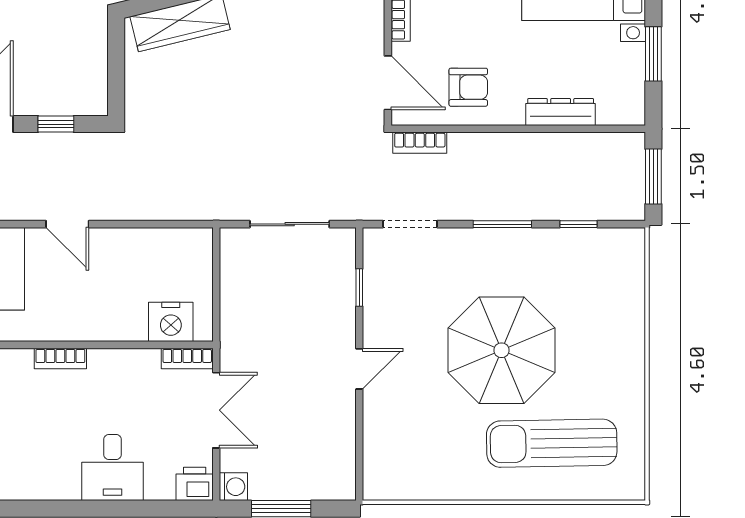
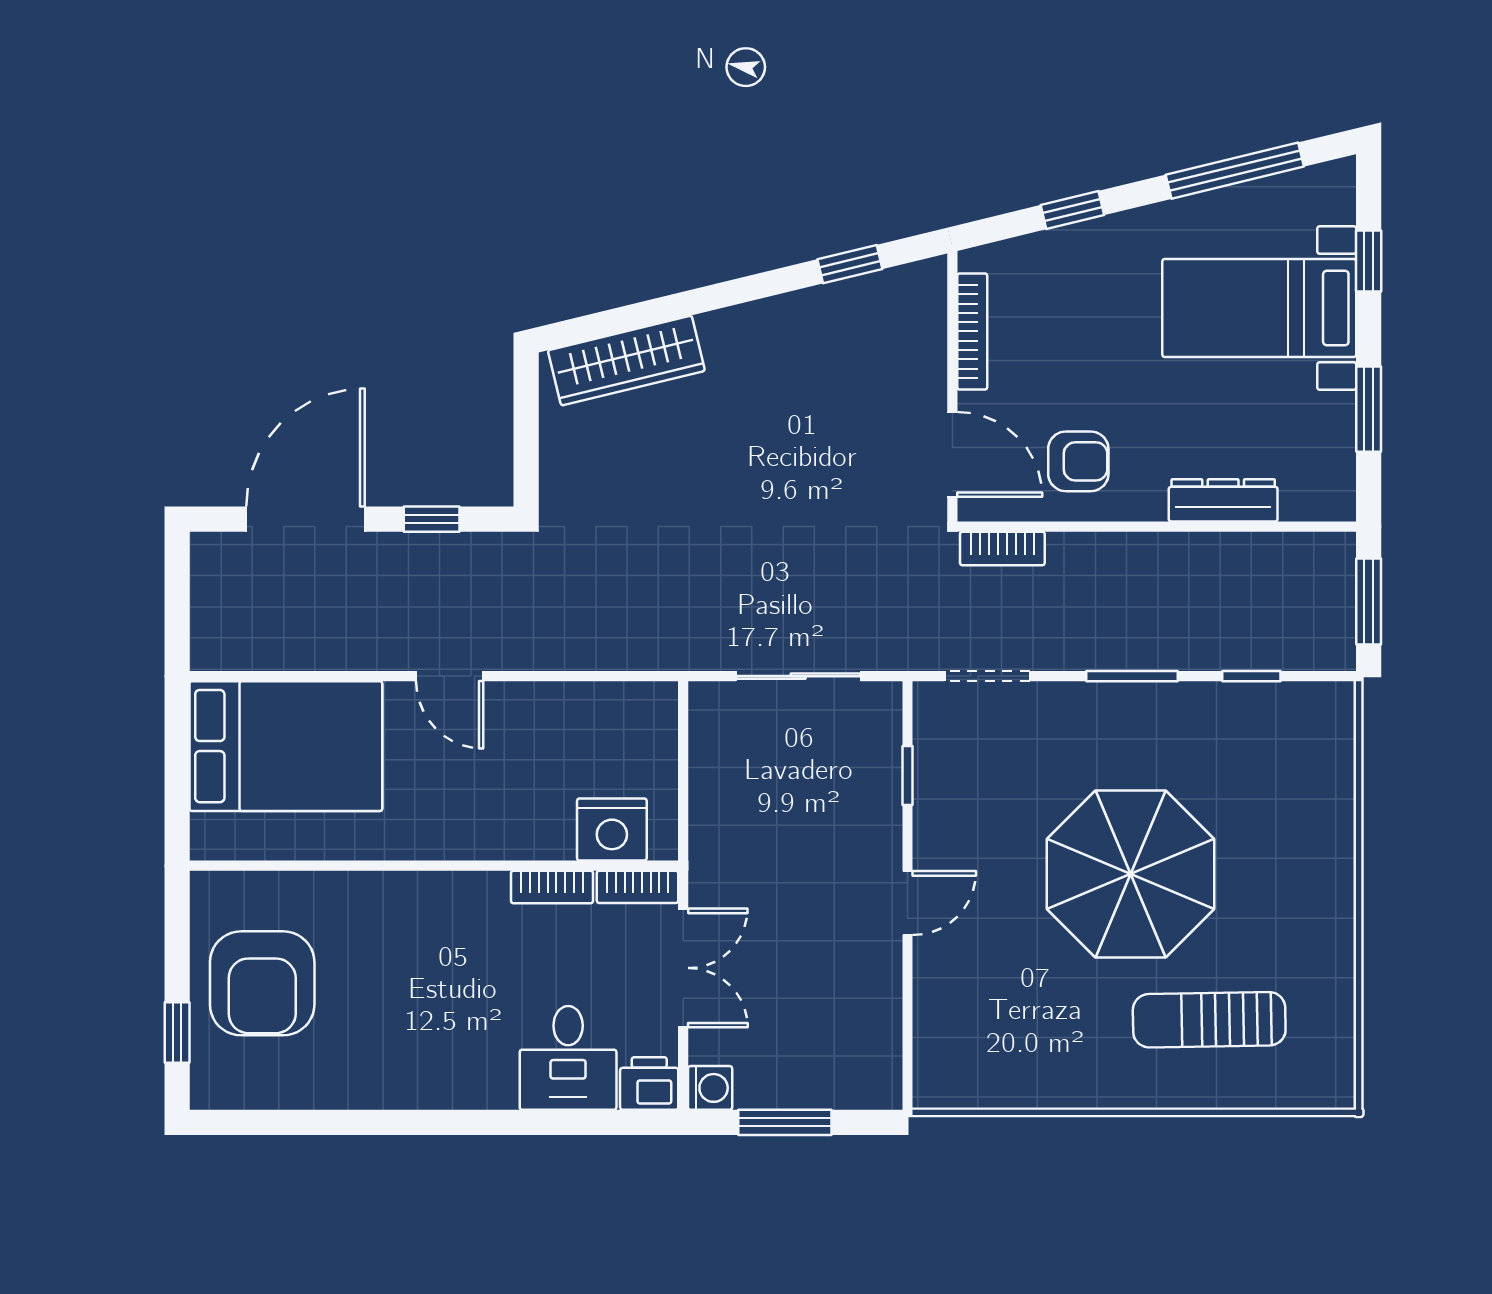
bookcase: (60, 359) -> (552, 887), moved
sun lounger: (552, 443) -> (1209, 1020), width x0.73, depth x0.75
desk: (113, 468) -> (568, 1058), moved

